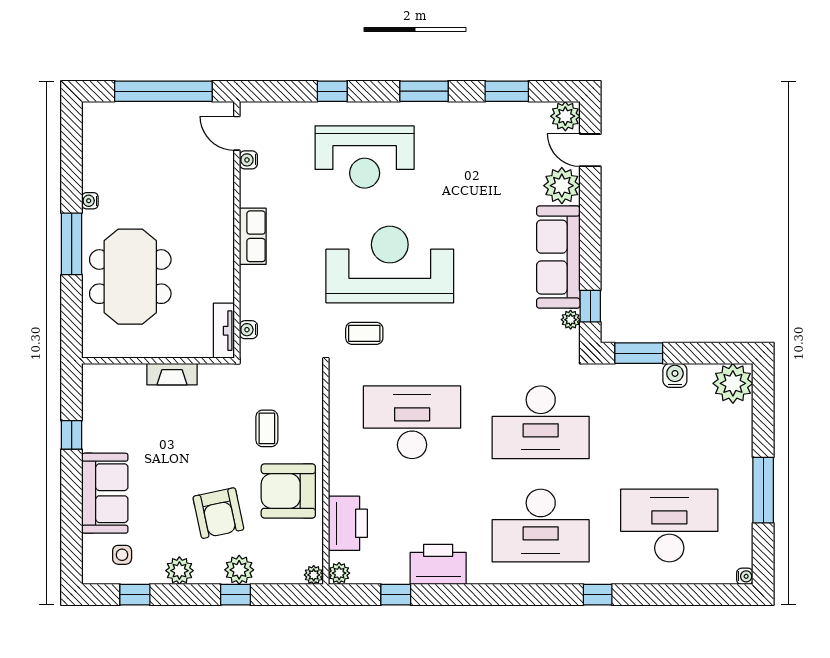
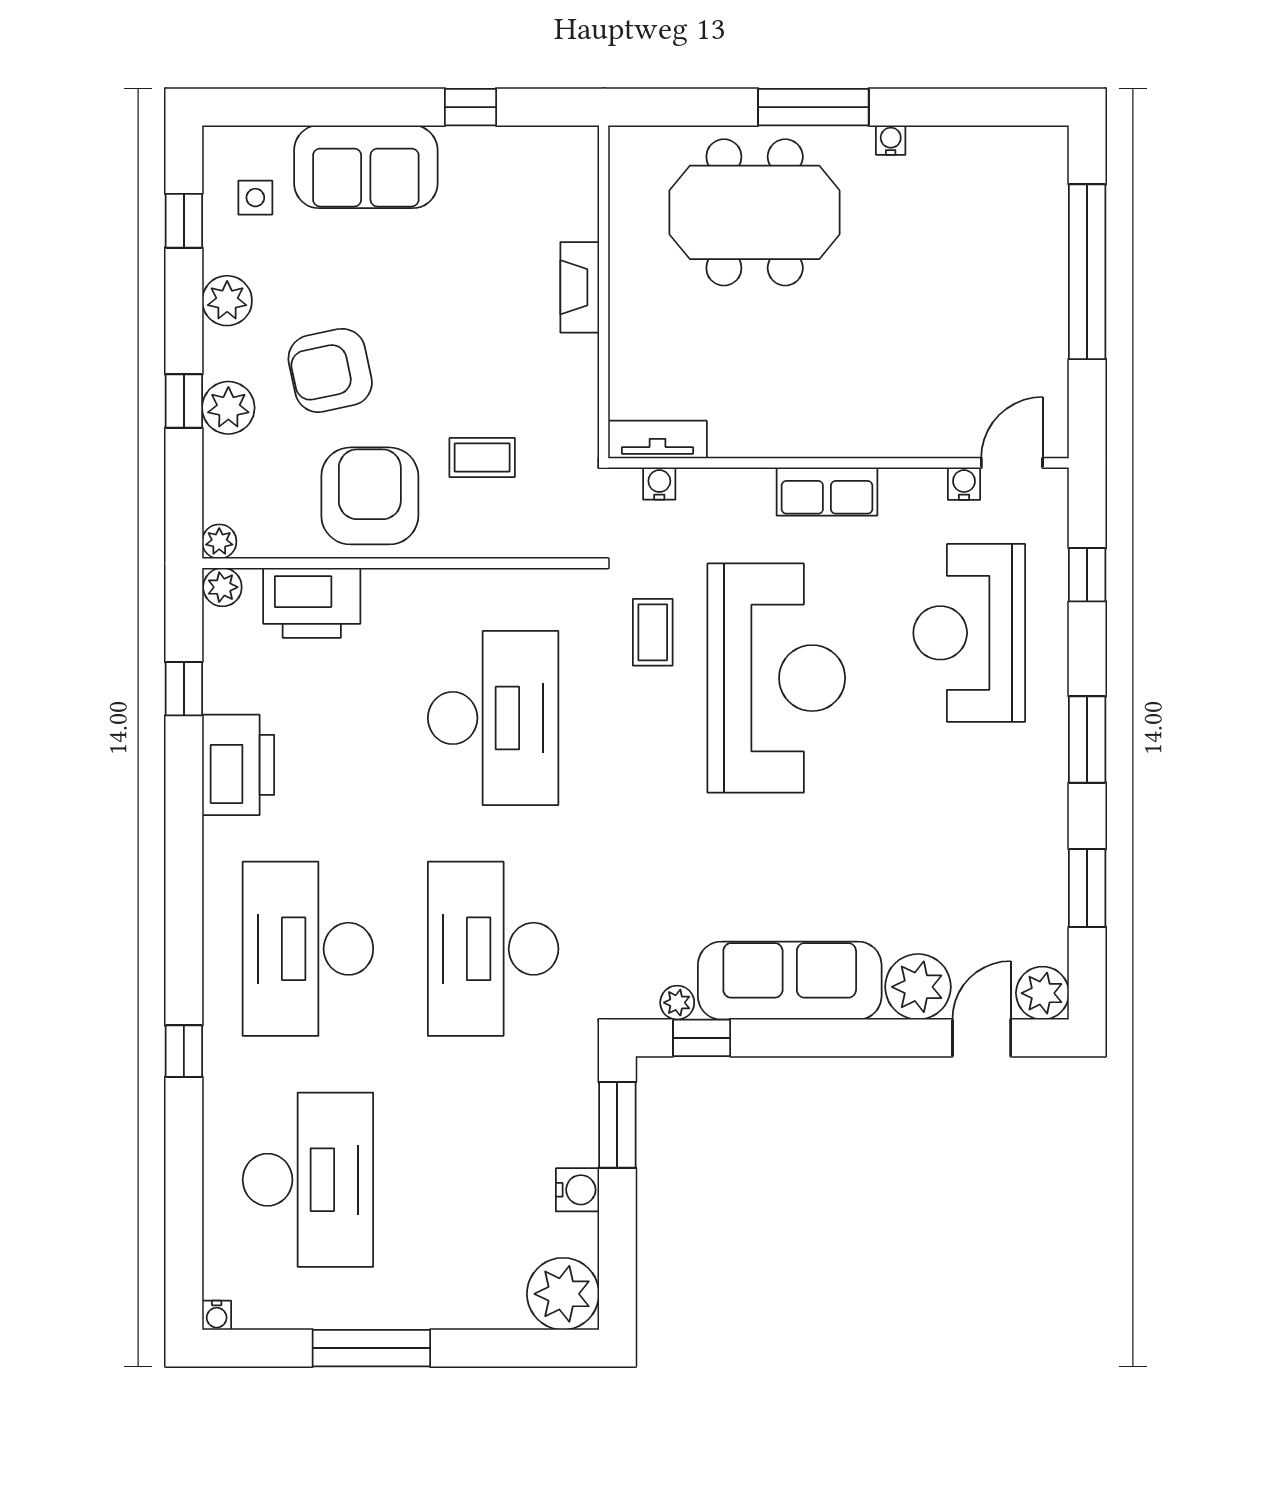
door: (237, 133) -> (1012, 463), moved
water cooler: (248, 160) -> (964, 484), moved
wall: (237, 230) -> (839, 463), moved
row of seats: (253, 236) -> (827, 492), moved
water cooler: (248, 330) -> (659, 484), moved
tv unit: (224, 331) -> (657, 440), moved

